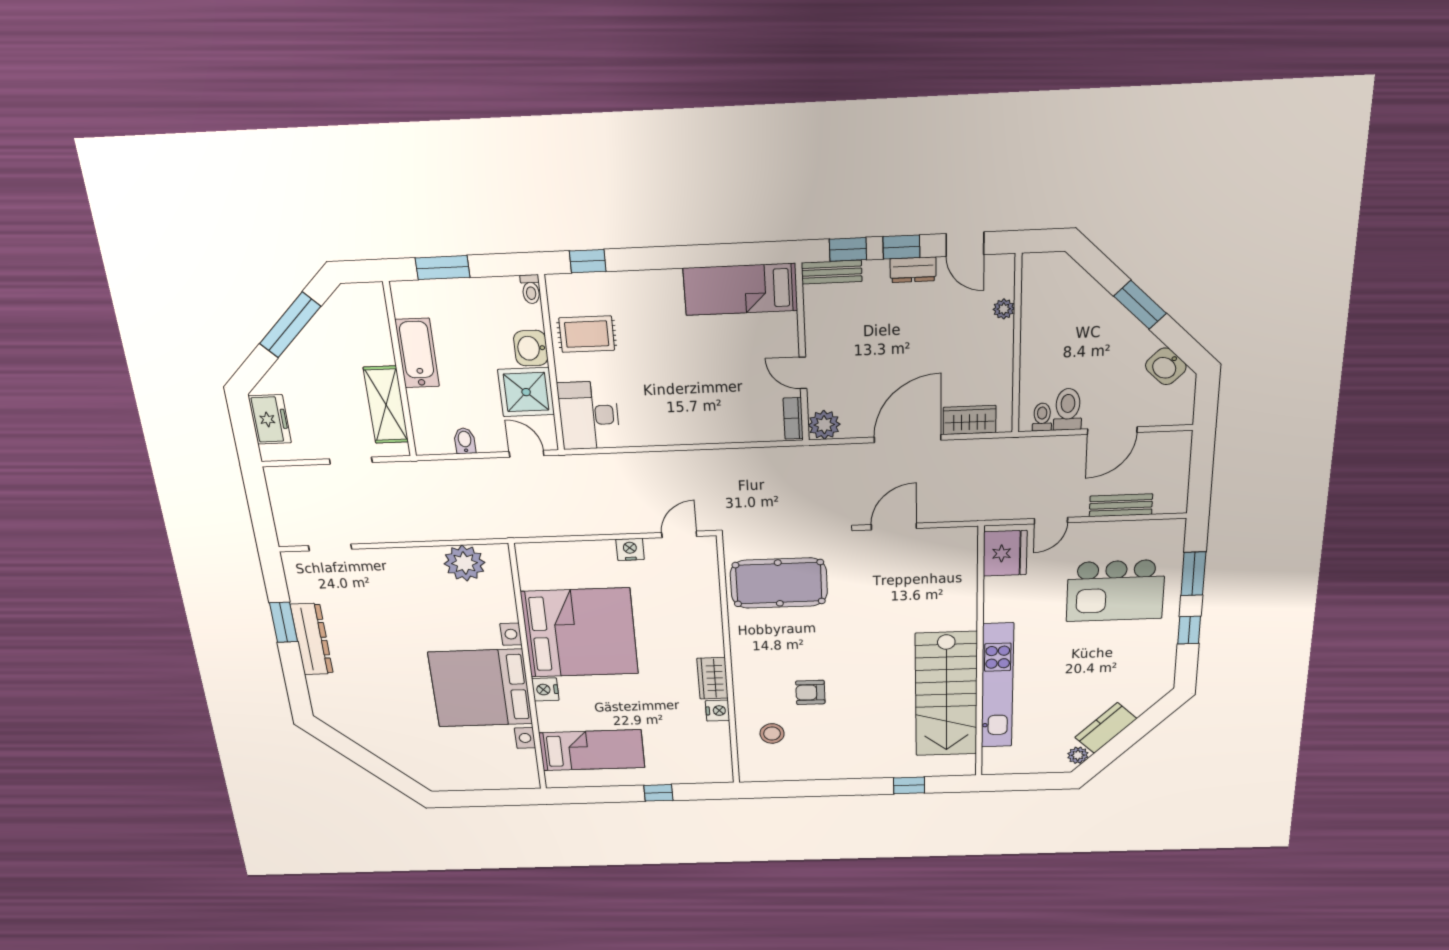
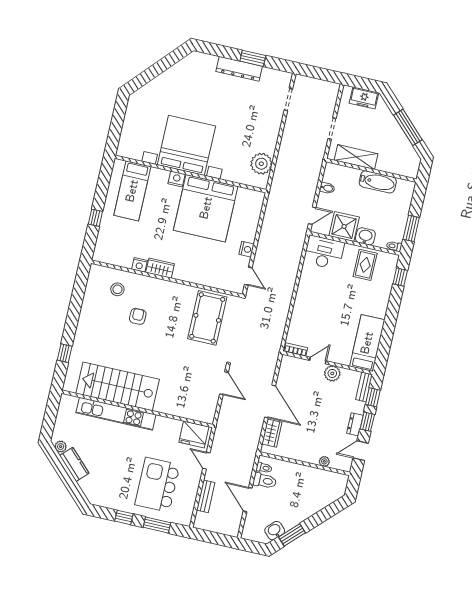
window: (443, 268) -> (411, 228), moved
window: (1140, 305) -> (292, 535), moved
plant: (824, 425) -> (332, 373), moved

